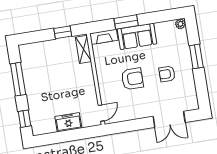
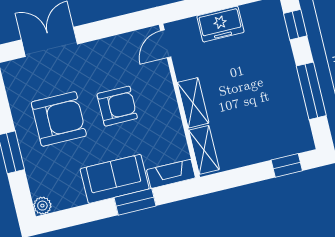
window: (63, 32) -> (287, 165), moved
armchair: (167, 74) -> (59, 119), width x1.88, depth x1.88
shelving: (88, 77) -> (193, 103), added
armchair: (132, 79) -> (117, 106), turned 180

